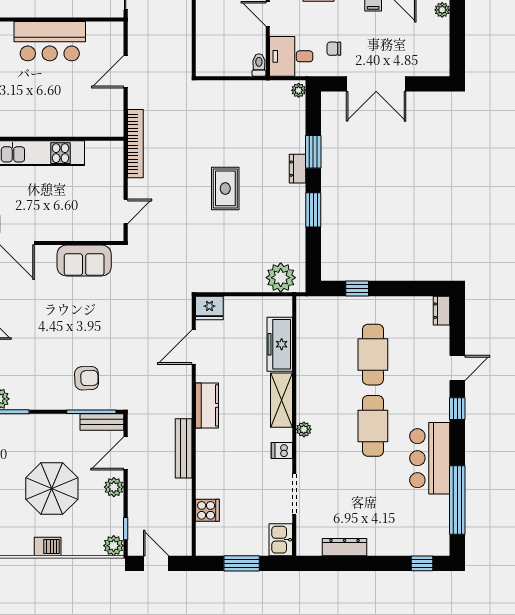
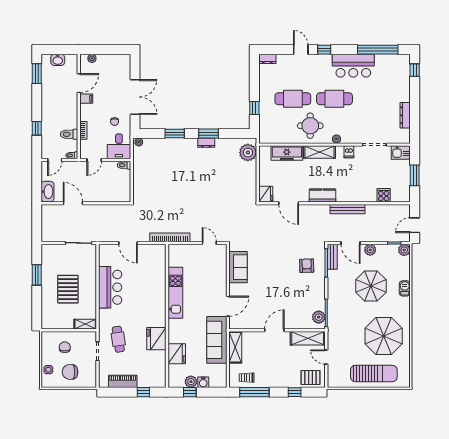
dresser: (298, 169) -> (206, 143), moved
rug: (225, 188) -> (196, 185), removed
round table: (327, 384) -> (310, 126), added

